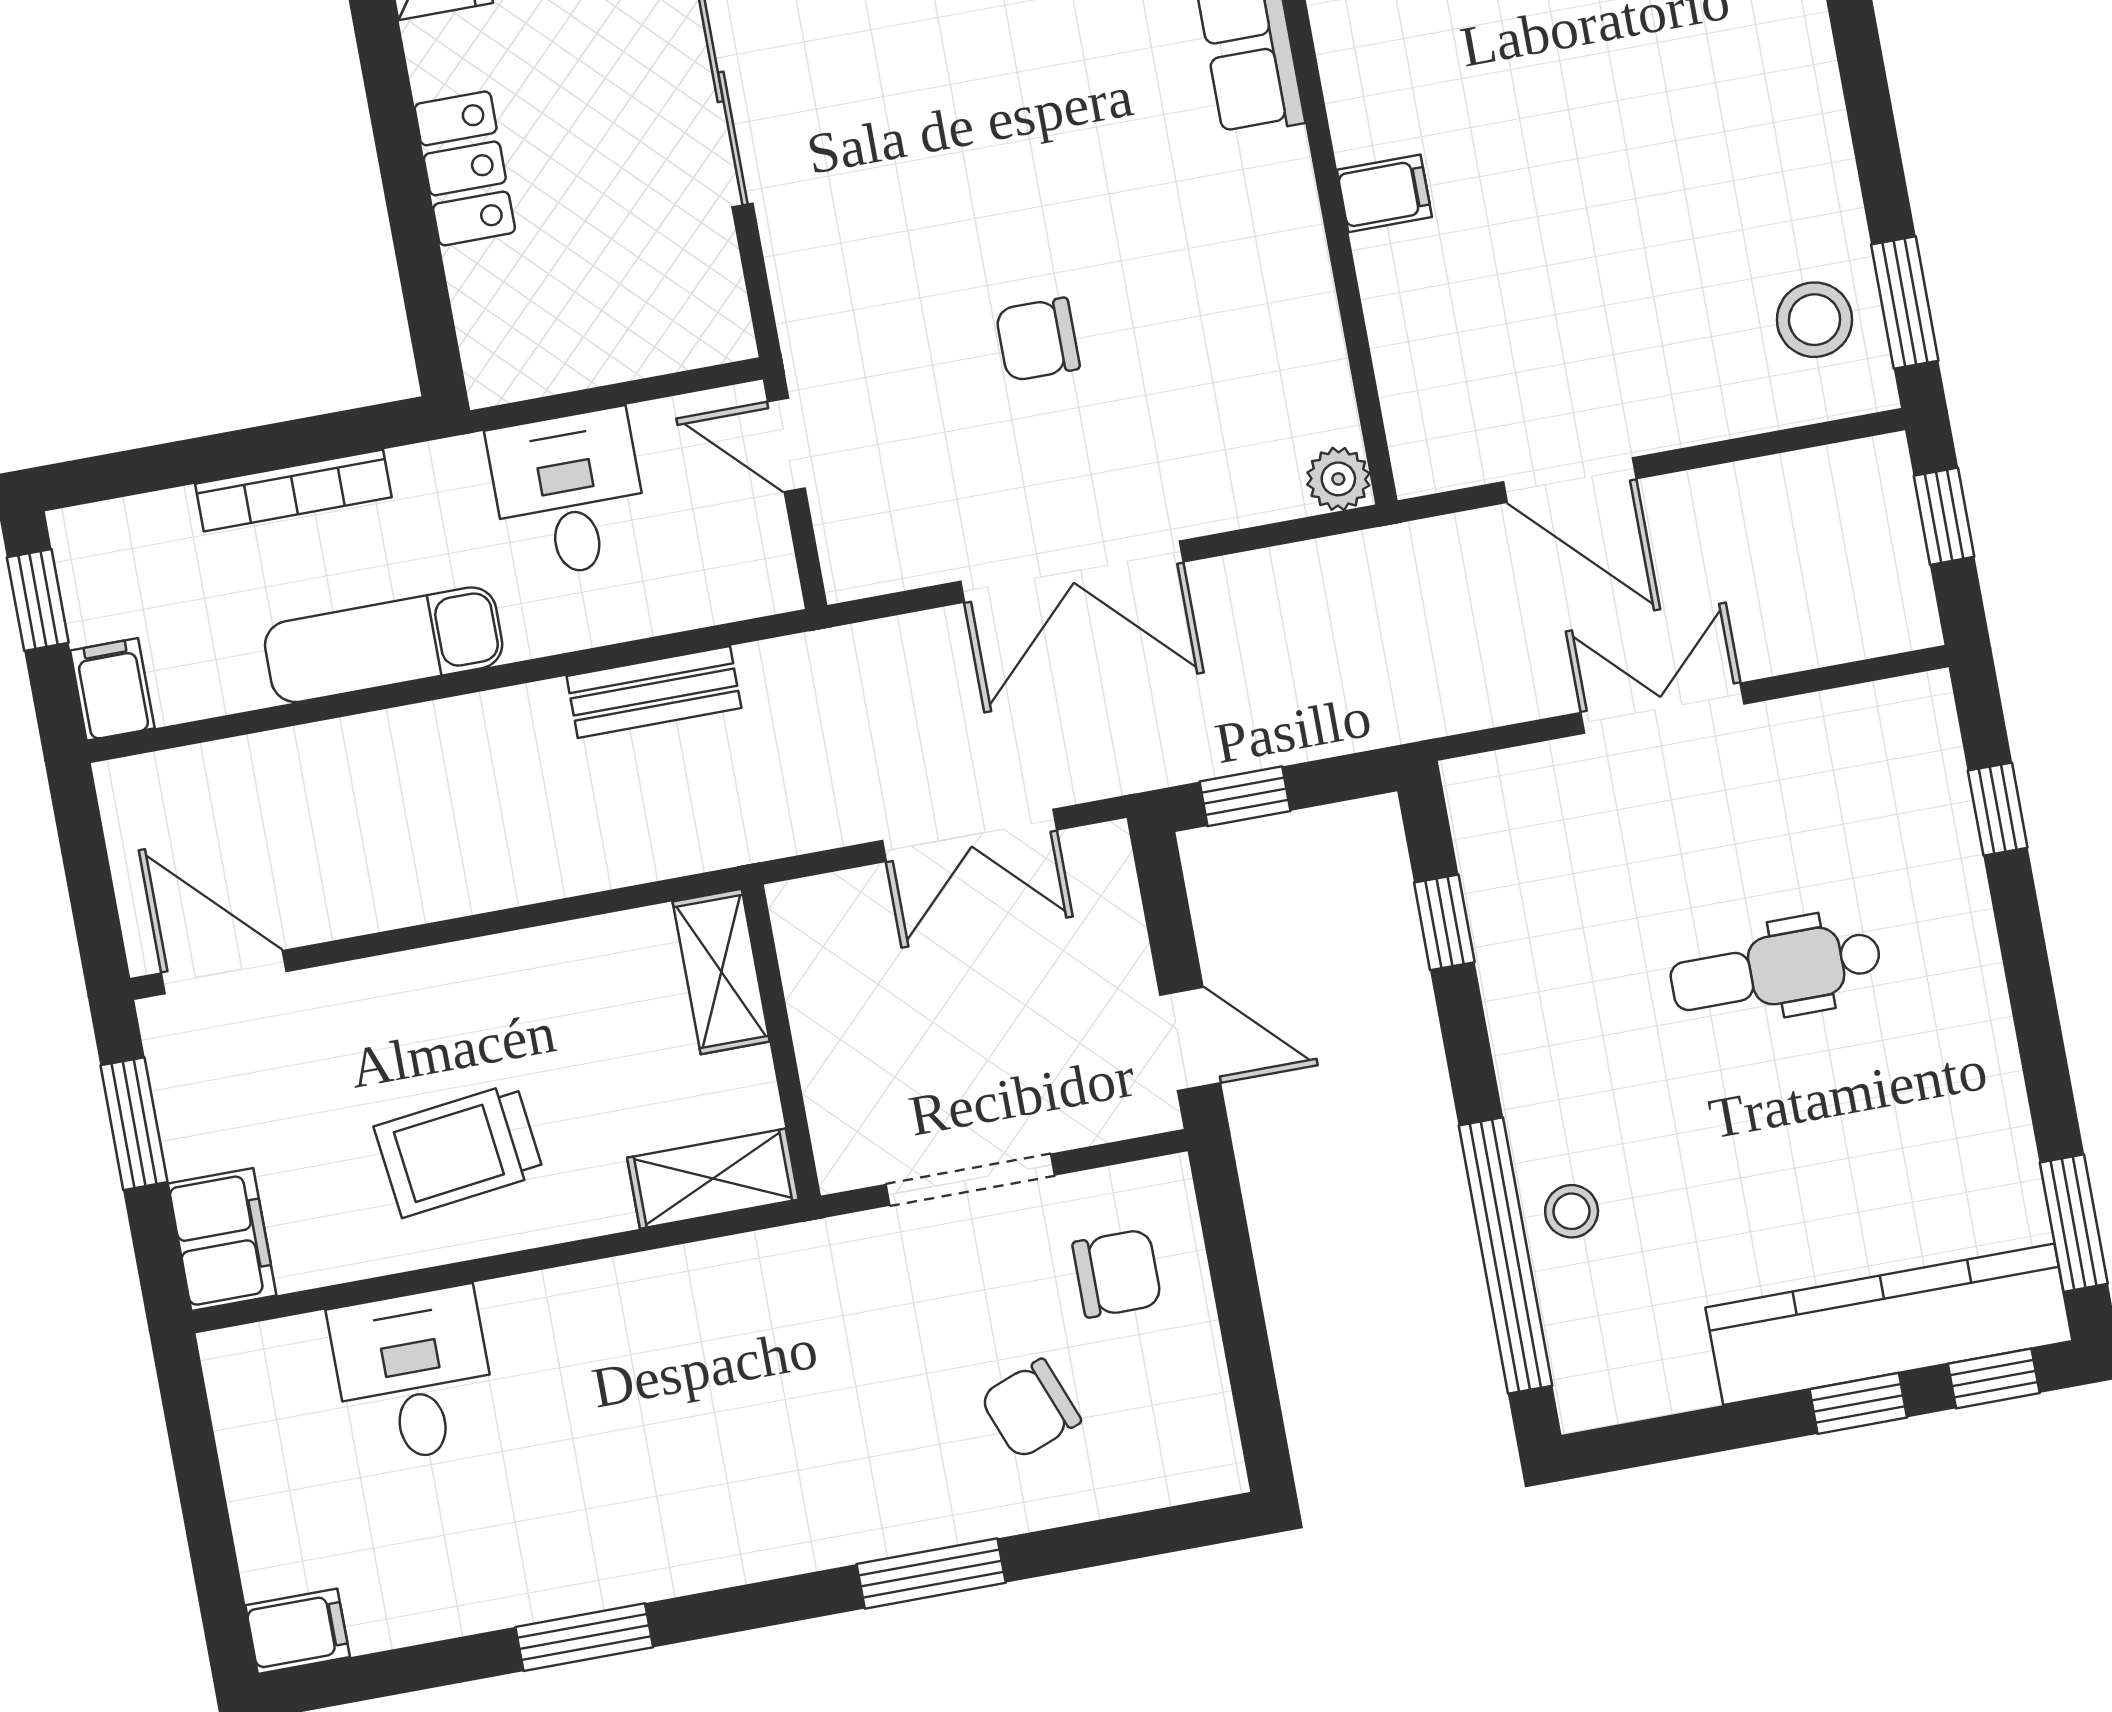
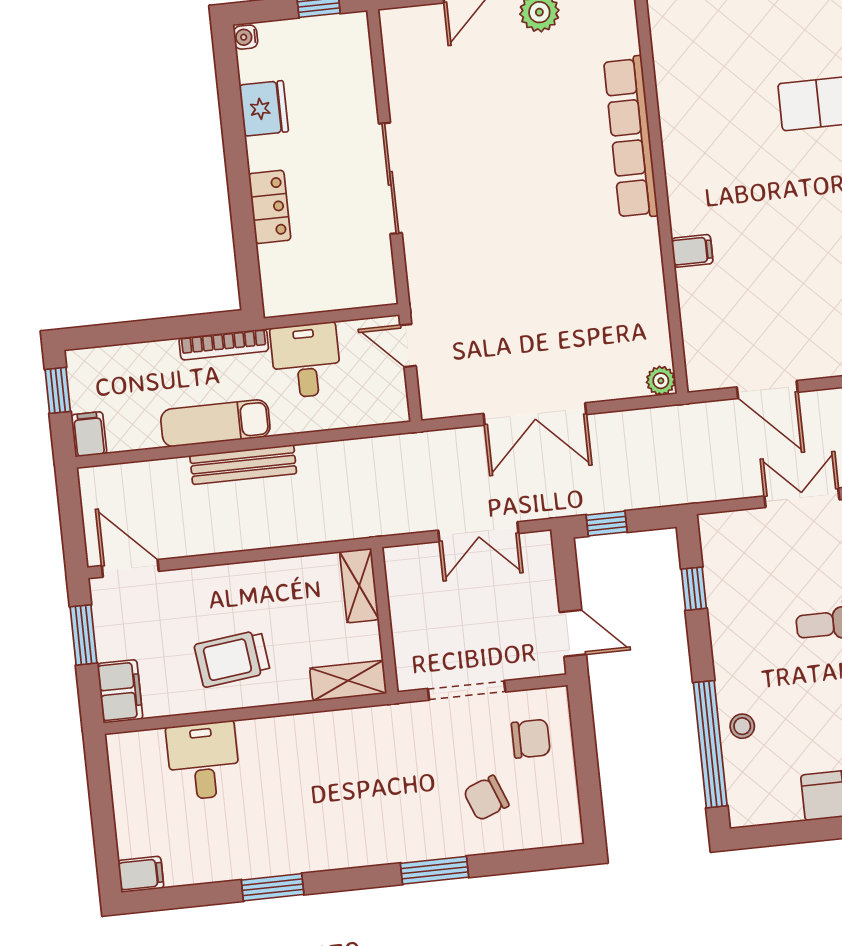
chair: (1038, 339) -> (527, 306), removed
bookcase: (293, 490) -> (224, 344), moved
bench: (654, 692) -> (243, 465), moved, width x1.36

